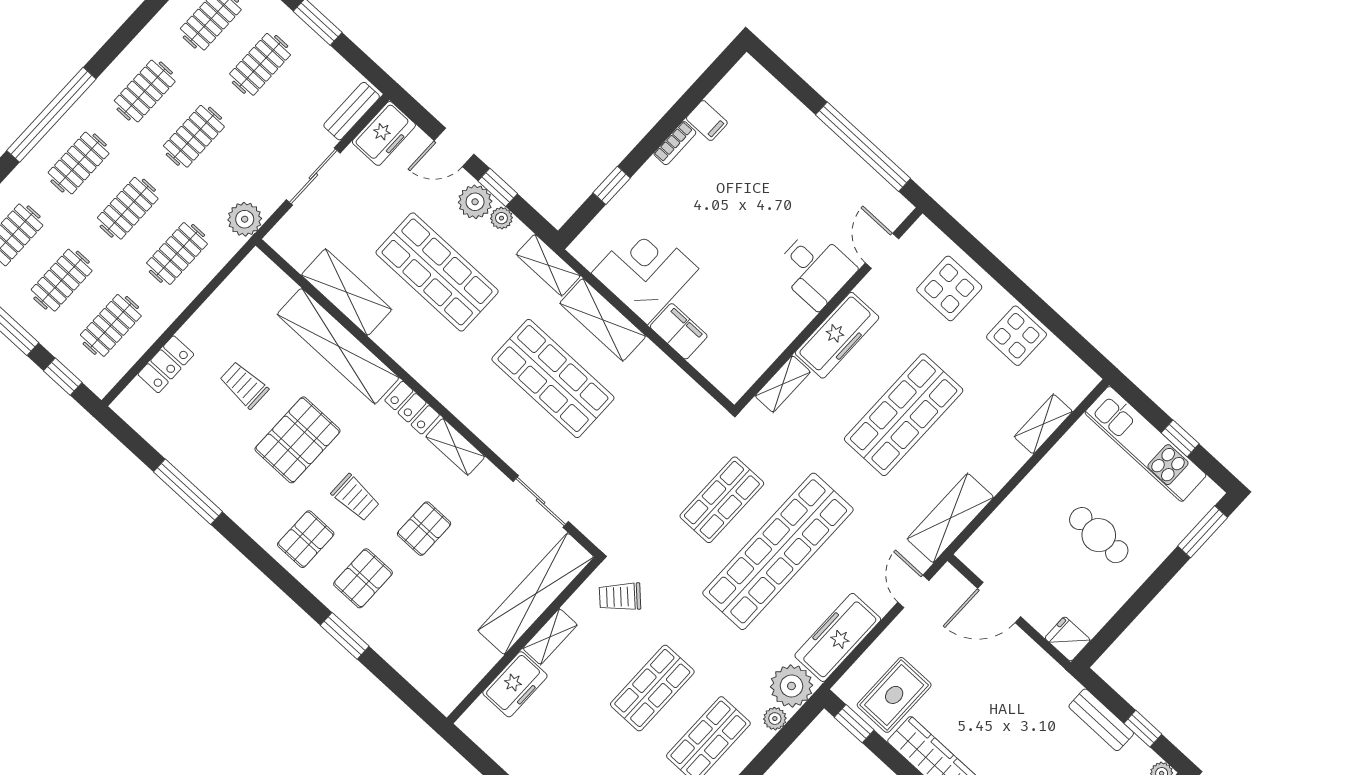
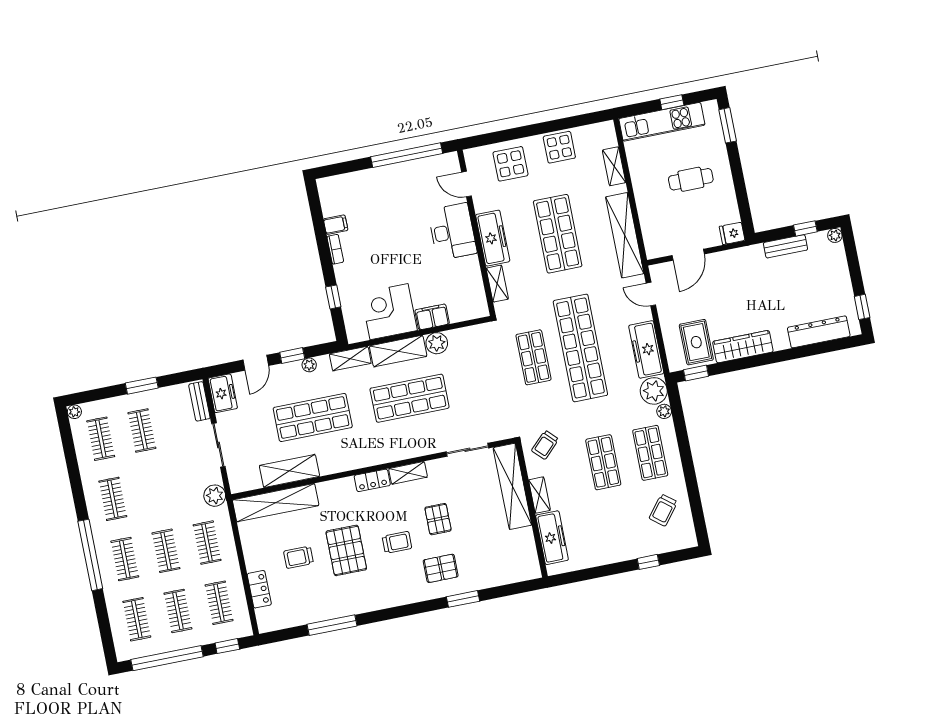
clothes rail: (194, 136) -> (154, 491), removed
plant: (475, 202) -> (437, 343), moved
desk: (815, 269) -> (452, 232), width x1.37
shelving: (338, 346) -> (276, 503), moved
shelving: (950, 518) -> (625, 235), width x1.47
pallet: (306, 539) -> (400, 583), removed
pallet: (363, 578) -> (441, 568), turned 90
freezer: (515, 684) -> (552, 538), width x1.40

